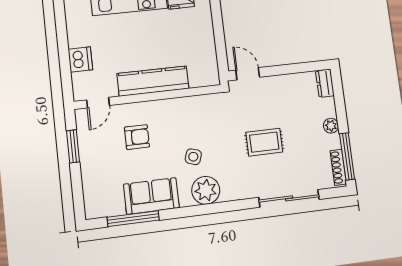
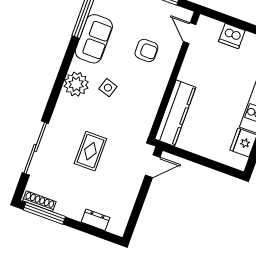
kitchen counter: (153, 81) -> (175, 113), moved
dresser: (325, 83) -> (96, 220), moved
plant: (331, 126) -> (76, 213), removed
armchair: (137, 137) -> (146, 50), turned -90

